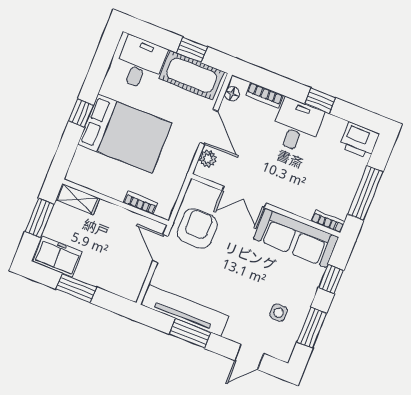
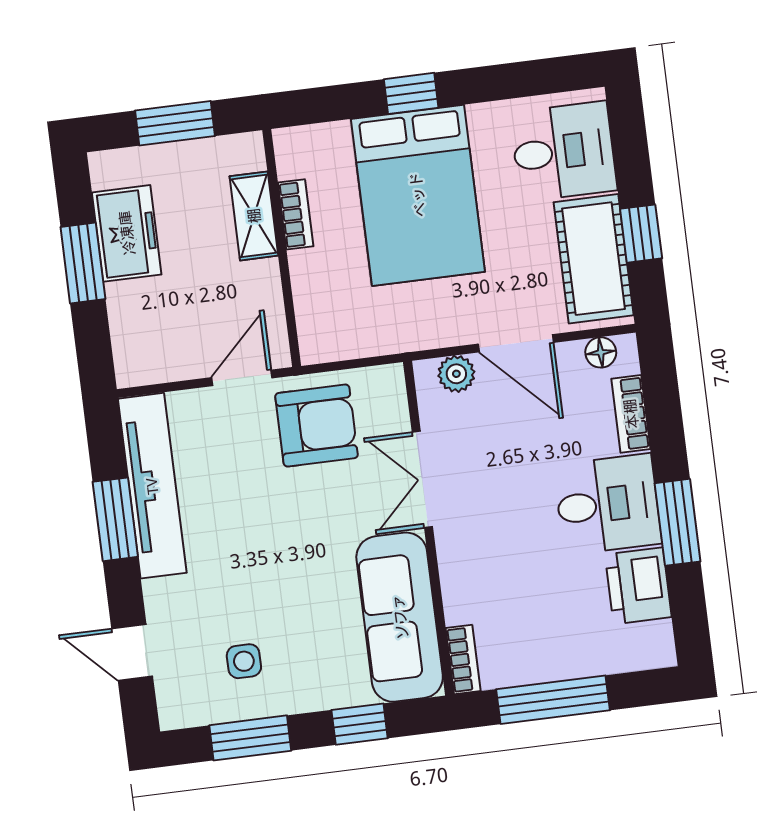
window: (320, 101) -> (678, 522), width x1.50
door: (209, 127) -> (516, 343), hinge flipped
printer: (359, 140) -> (638, 586), moved
shelving: (78, 199) -> (254, 216), moved
bookcase: (140, 203) -> (296, 214), moved
freezer: (58, 257) -> (127, 233), moved

